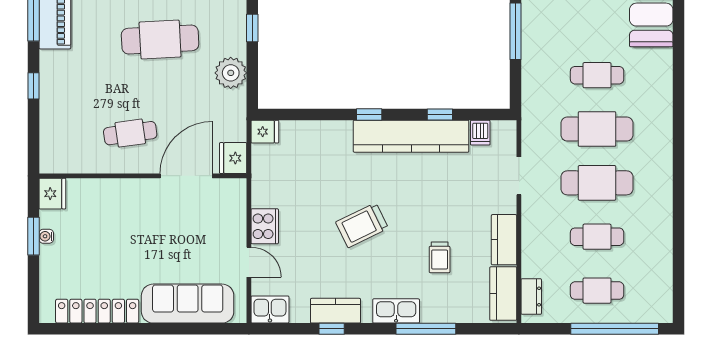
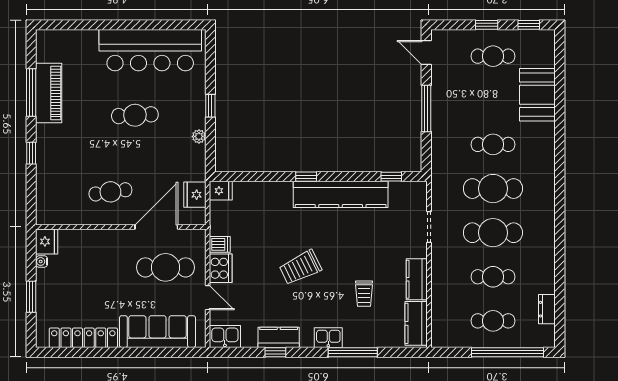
cafe table: (160, 39) -> (135, 115), width x0.73, depth x0.74
plant: (231, 73) -> (199, 136), width x0.53, depth x0.53
window: (440, 115) -> (391, 177), moved
dishwasher: (480, 133) -> (220, 244), moved, turned -90
fridge: (233, 158) -> (195, 195), moved
cafe table: (197, 225) -> (166, 267), added
window: (33, 236) -> (31, 297), moved
water cooler: (46, 236) -> (42, 261), moved
dresser: (531, 297) -> (547, 309), moved, turned 180
kitchen sink: (396, 311) -> (328, 338), width x0.73

